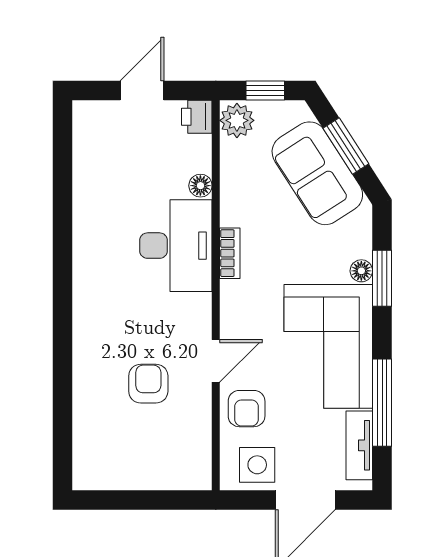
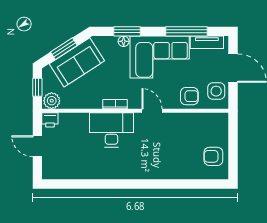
floor lamp: (200, 186) -> (83, 118), removed
door: (216, 361) -> (152, 111), moved
armchair: (148, 384) -> (213, 156), moved

